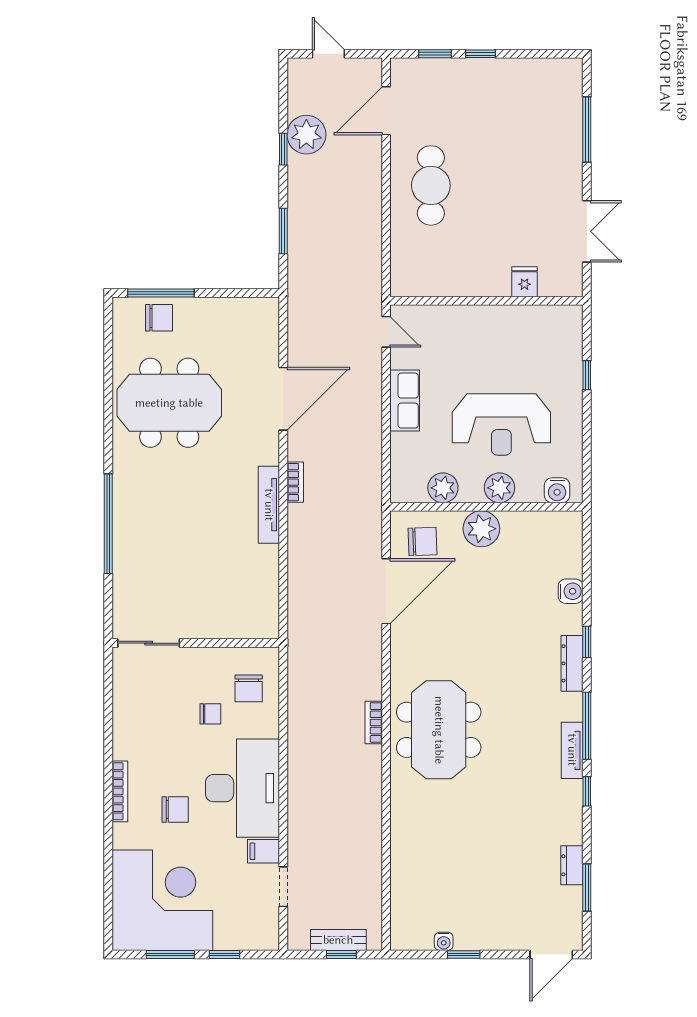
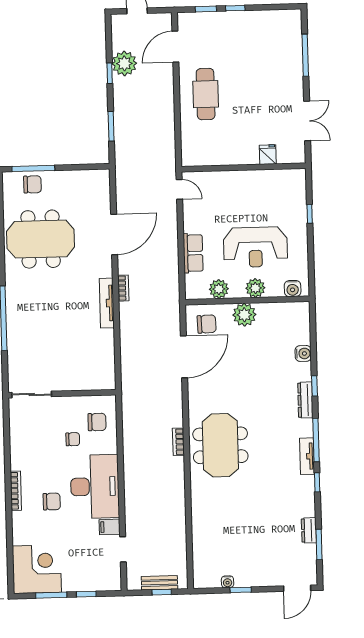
row of seats: (405, 401) -> (193, 253), moved
chair: (249, 688) -> (97, 422), turned -90
corner desk: (162, 900) -> (37, 569), width x0.74, depth x0.74

